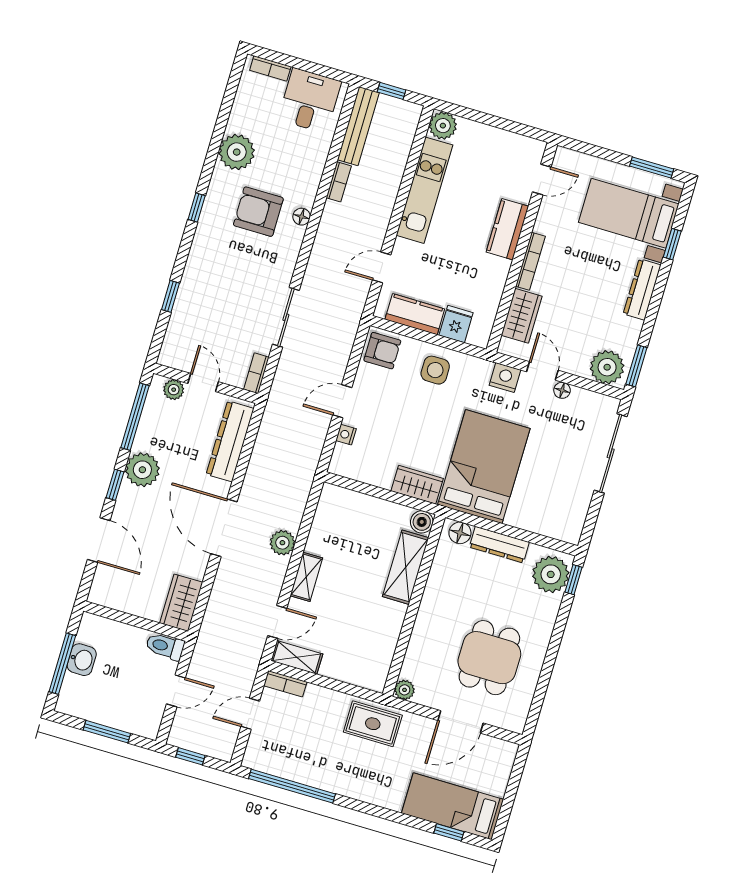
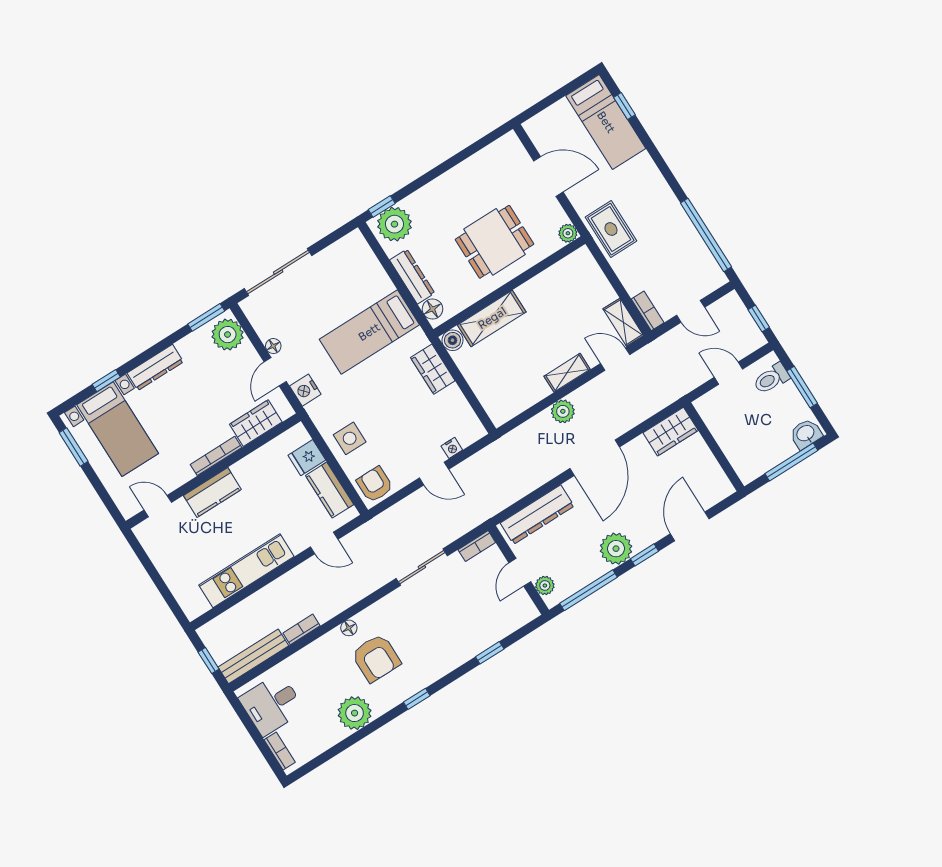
plant: (443, 126) -> (194, 605), removed
bed: (484, 467) -> (369, 332), width x0.67
toilet: (165, 646) -> (771, 379), moved, turned 90
dining table: (489, 658) -> (494, 242), moved
washbasin: (82, 660) -> (806, 434), moved

